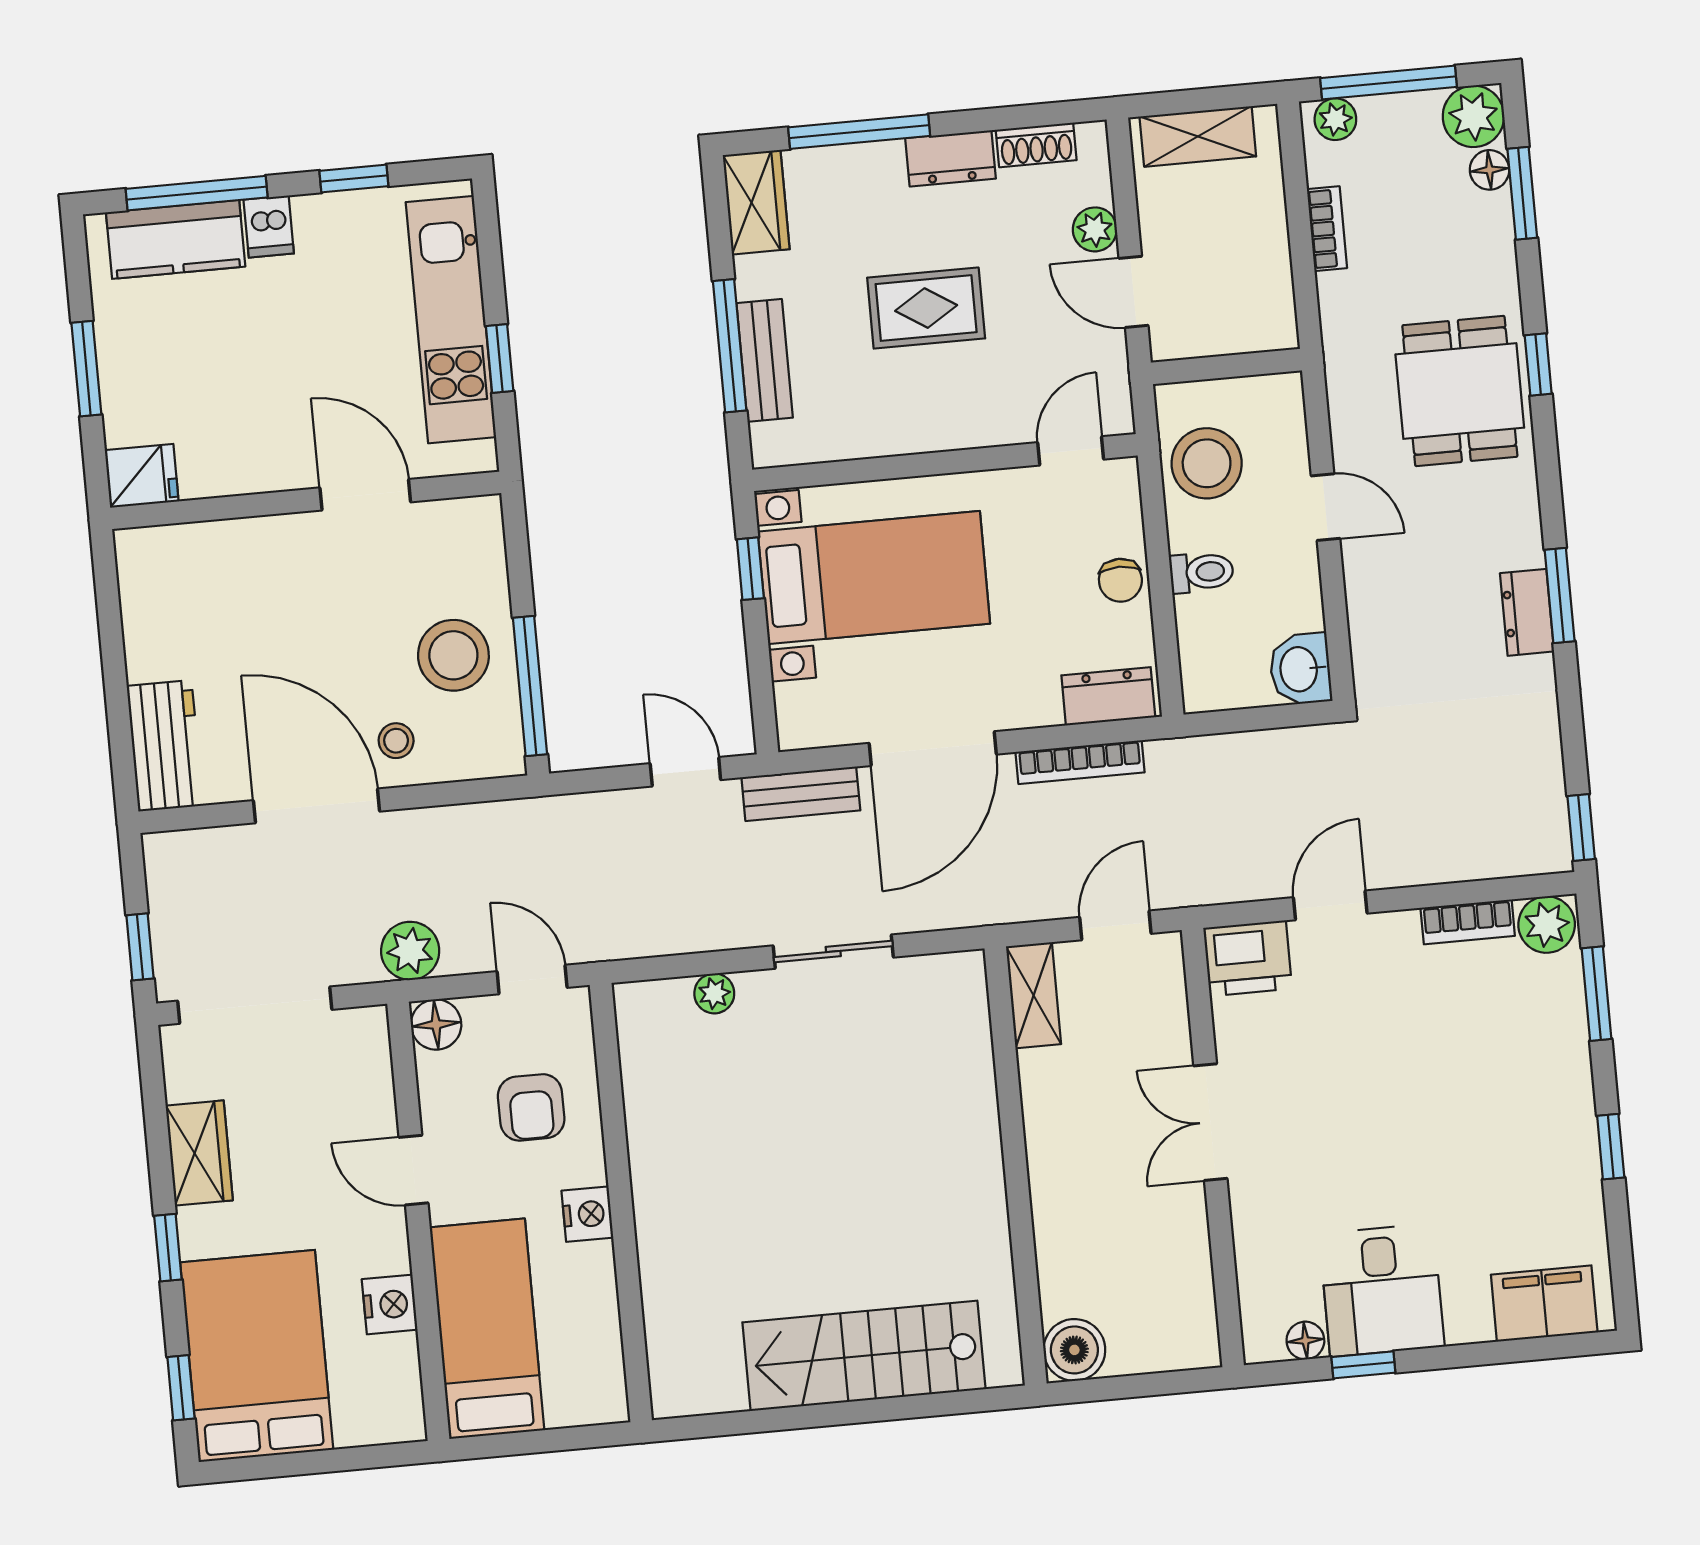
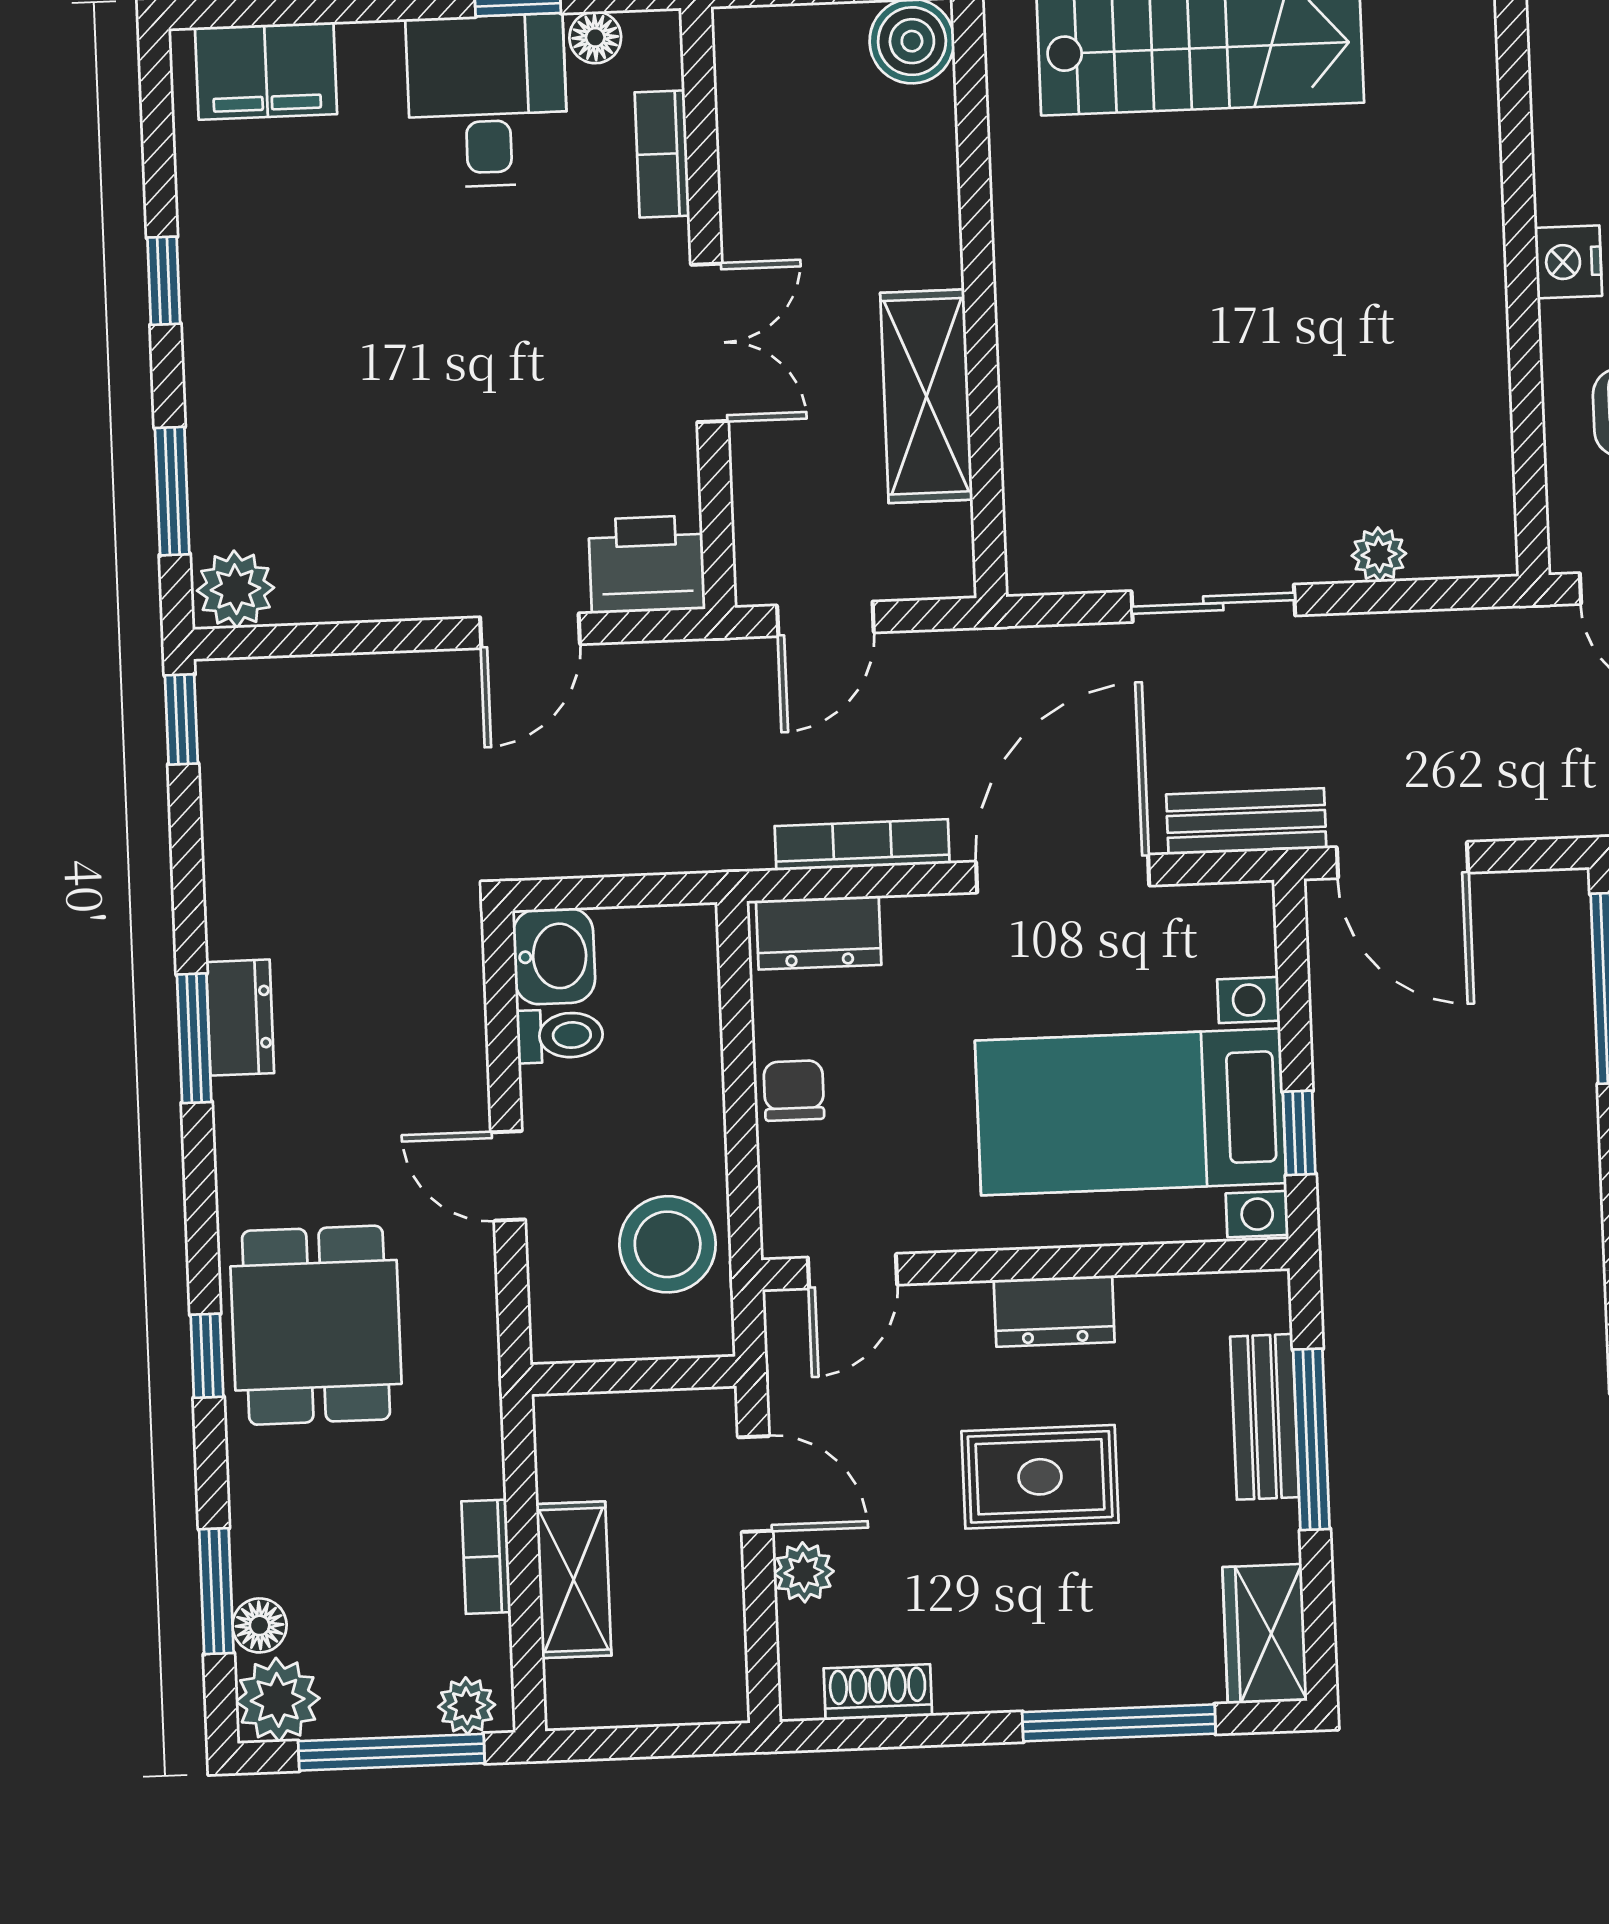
shelving: (1198, 136) -> (574, 1580), moved, turned 90
dresser: (951, 158) -> (1054, 1311), moved, turned 180
toilet: (1202, 572) -> (560, 1036), moved, turned 180
door: (685, 772) -> (1402, 860), width x1.38
bookcase: (1468, 922) -> (662, 154), moved, turned -90
shelving: (1034, 995) -> (926, 396), moved, width x1.50, depth x1.33

